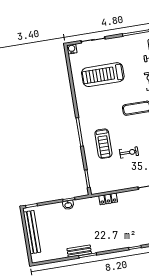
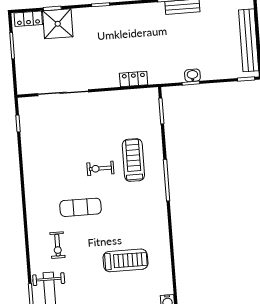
treadmill: (103, 75) -> (125, 260), width x0.73, depth x0.73
exercise bike: (129, 152) -> (100, 168), moved

